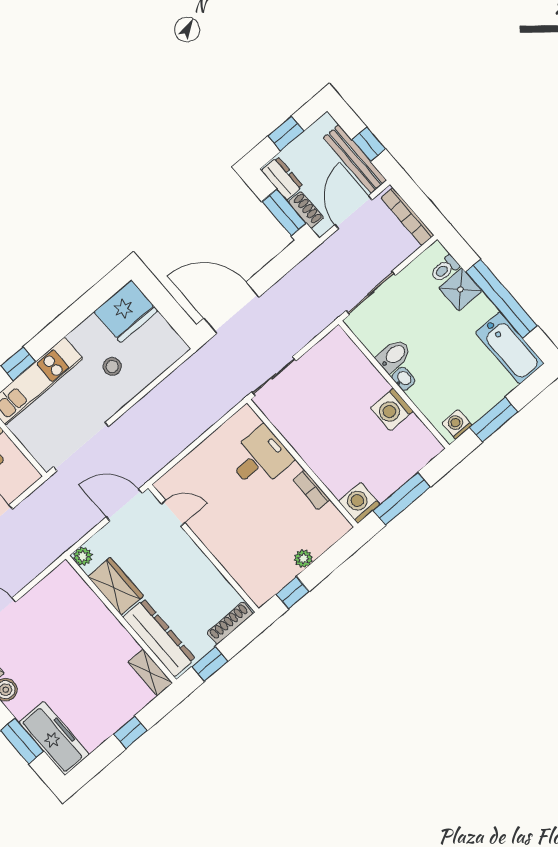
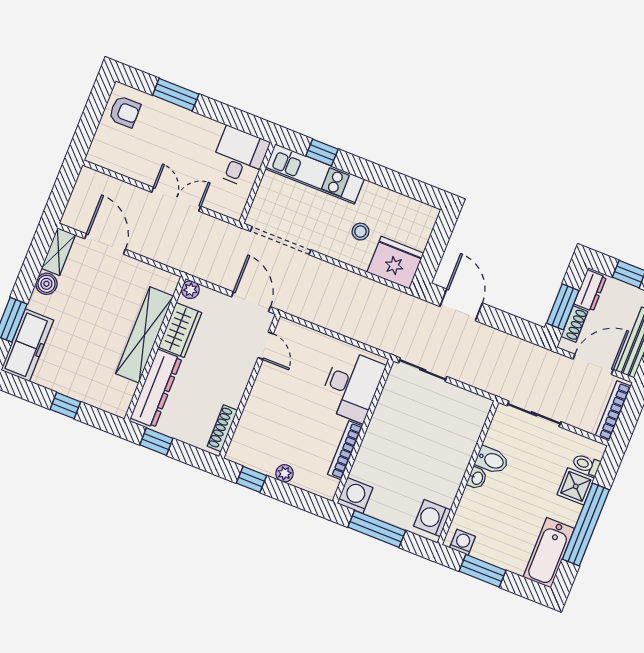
door: (231, 308) -> (461, 305), width x0.73
fridge: (126, 311) -> (395, 263), moved, turned 180
washing machine: (392, 410) -> (432, 518), moved
desk: (260, 458) -> (352, 386), width x1.37
bookcase: (311, 490) -> (345, 450), width x1.56
shoe rack: (230, 623) -> (222, 428), moved, turned -90
shelving: (150, 672) -> (144, 335), moved, width x2.20, depth x1.33

